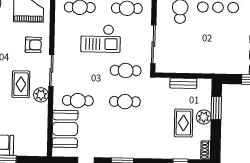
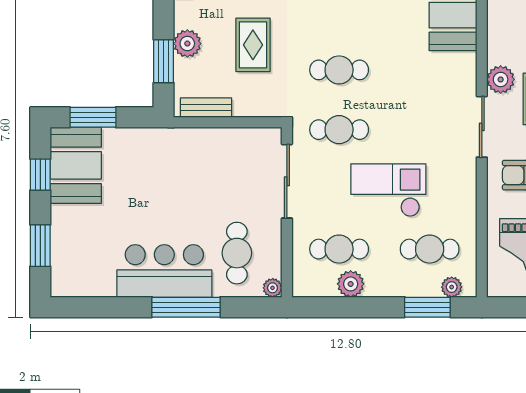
bench: (183, 83) -> (206, 108), moved
cafe table: (78, 101) -> (430, 70), removed
rug: (183, 123) -> (253, 45), moved

